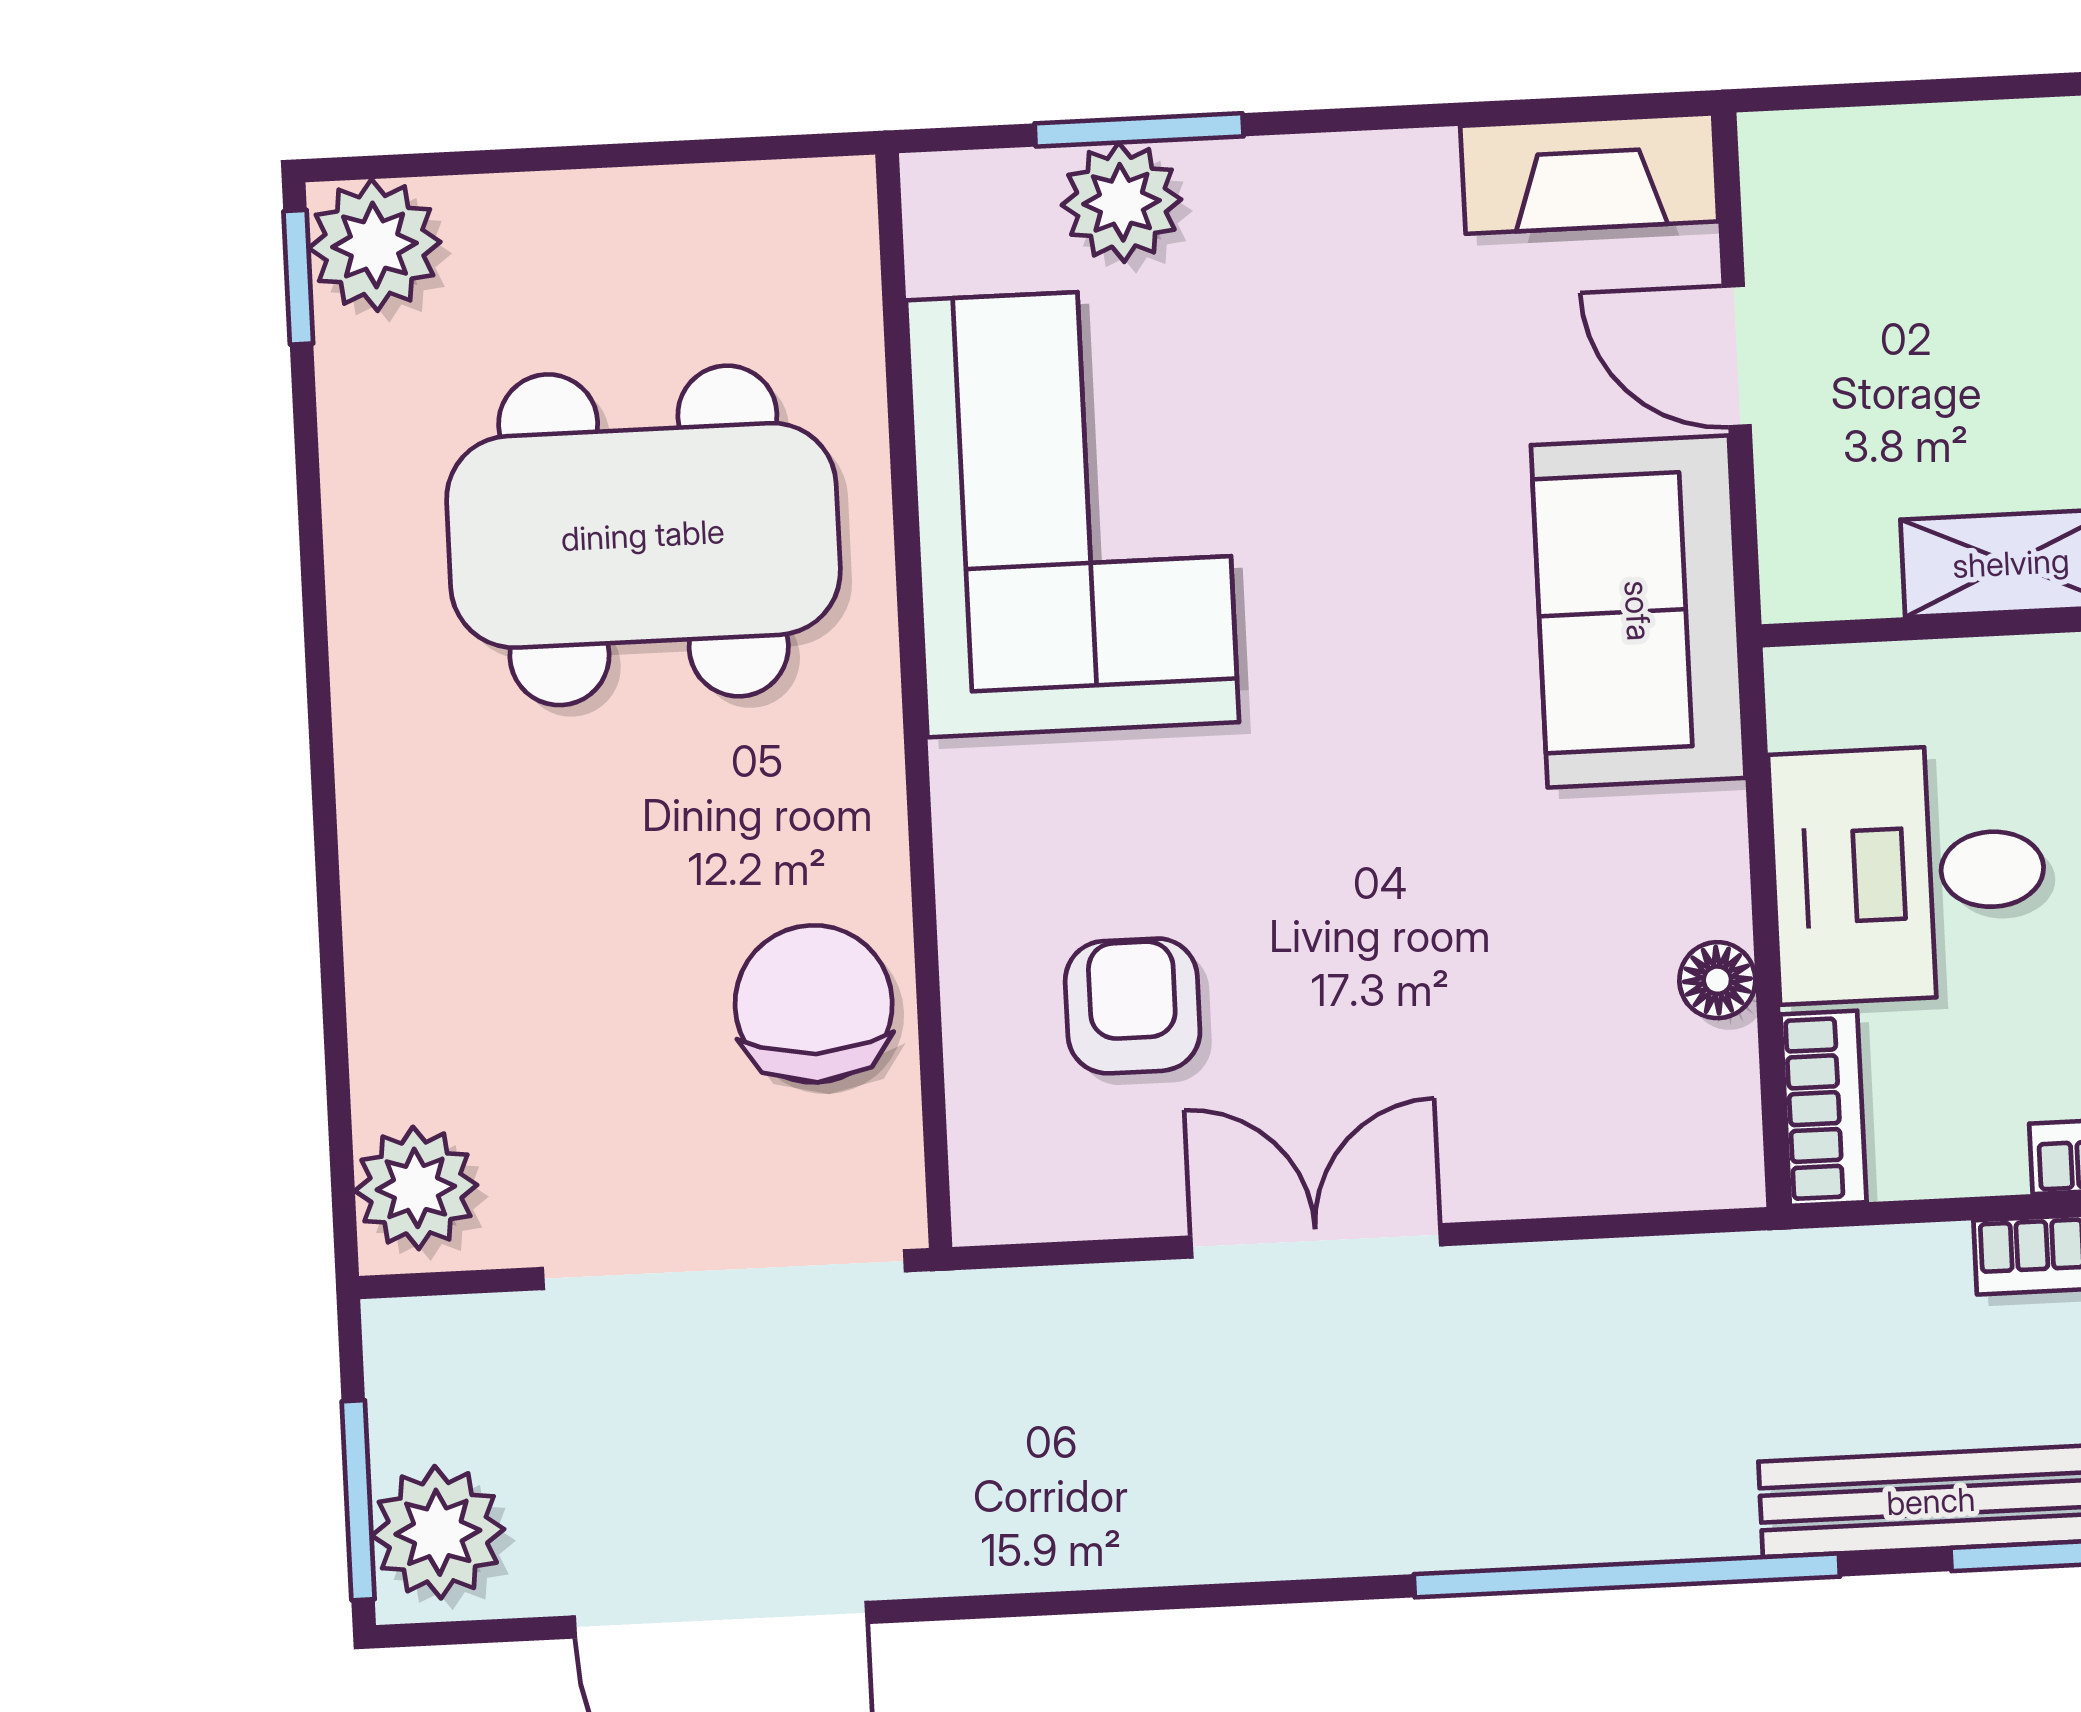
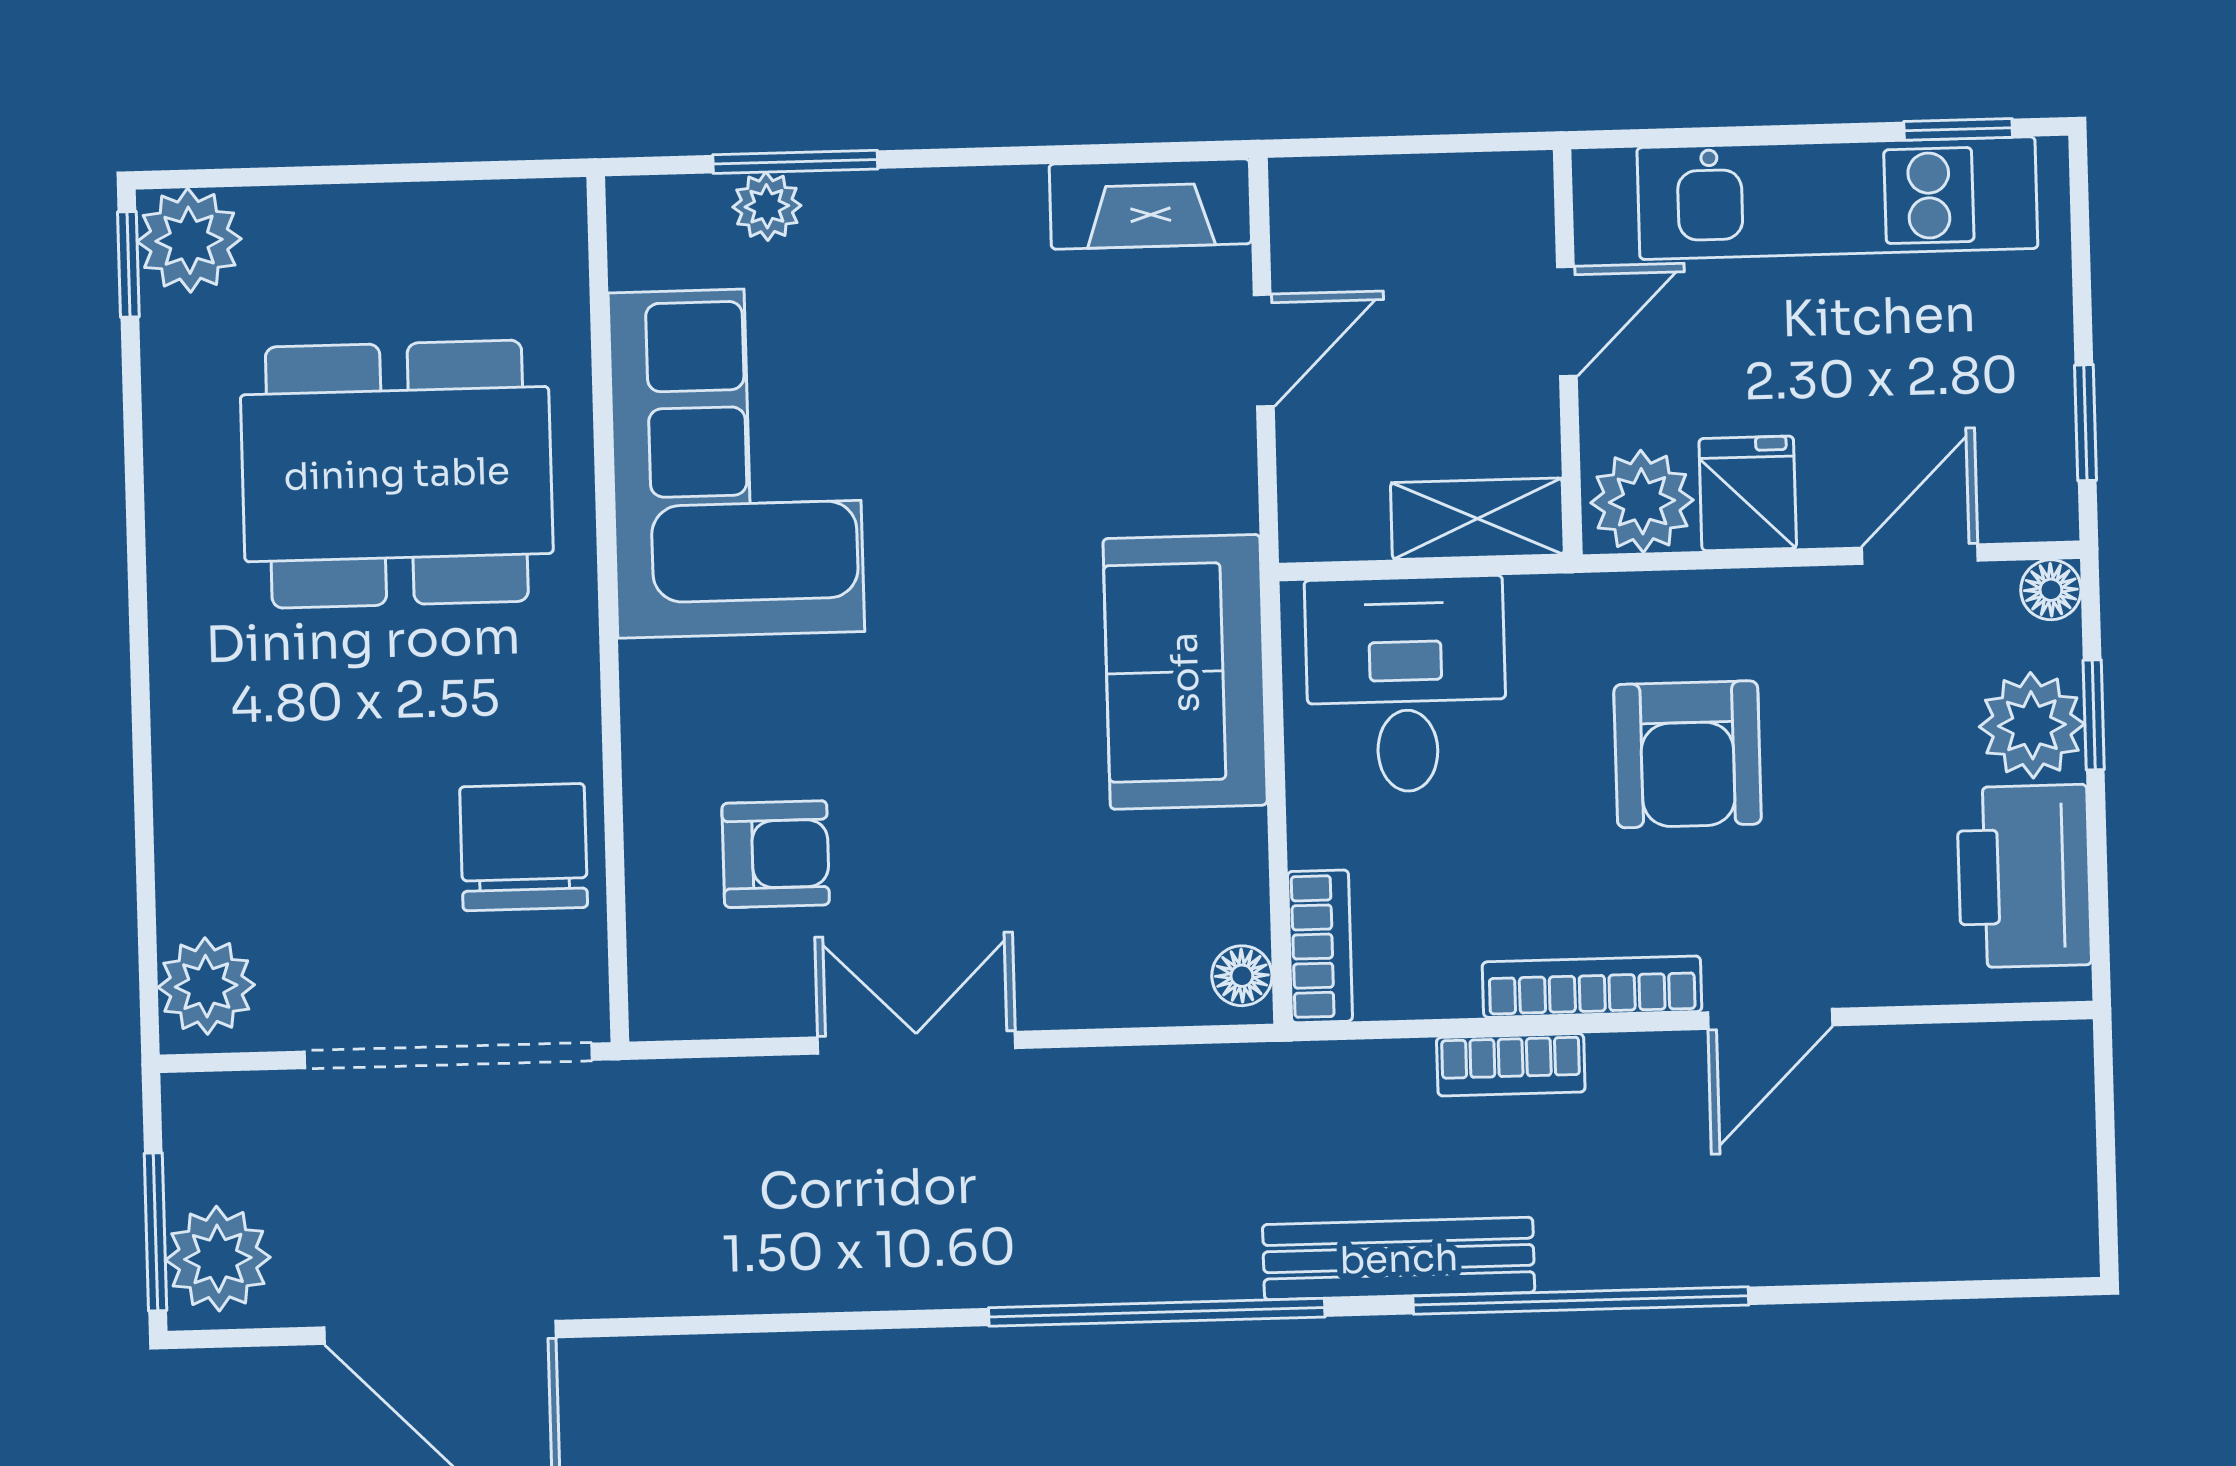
plant: (1121, 202) -> (767, 206), width x0.73, depth x0.73
door: (1737, 356) -> (1264, 350), swing flipped
sofa: (1638, 611) -> (1185, 672), moved
desk: (1909, 873) -> (1406, 684), moved, turned 90
floor lamp: (1717, 980) -> (1242, 976), moved
armchair: (1133, 1006) -> (776, 854), turned 90

